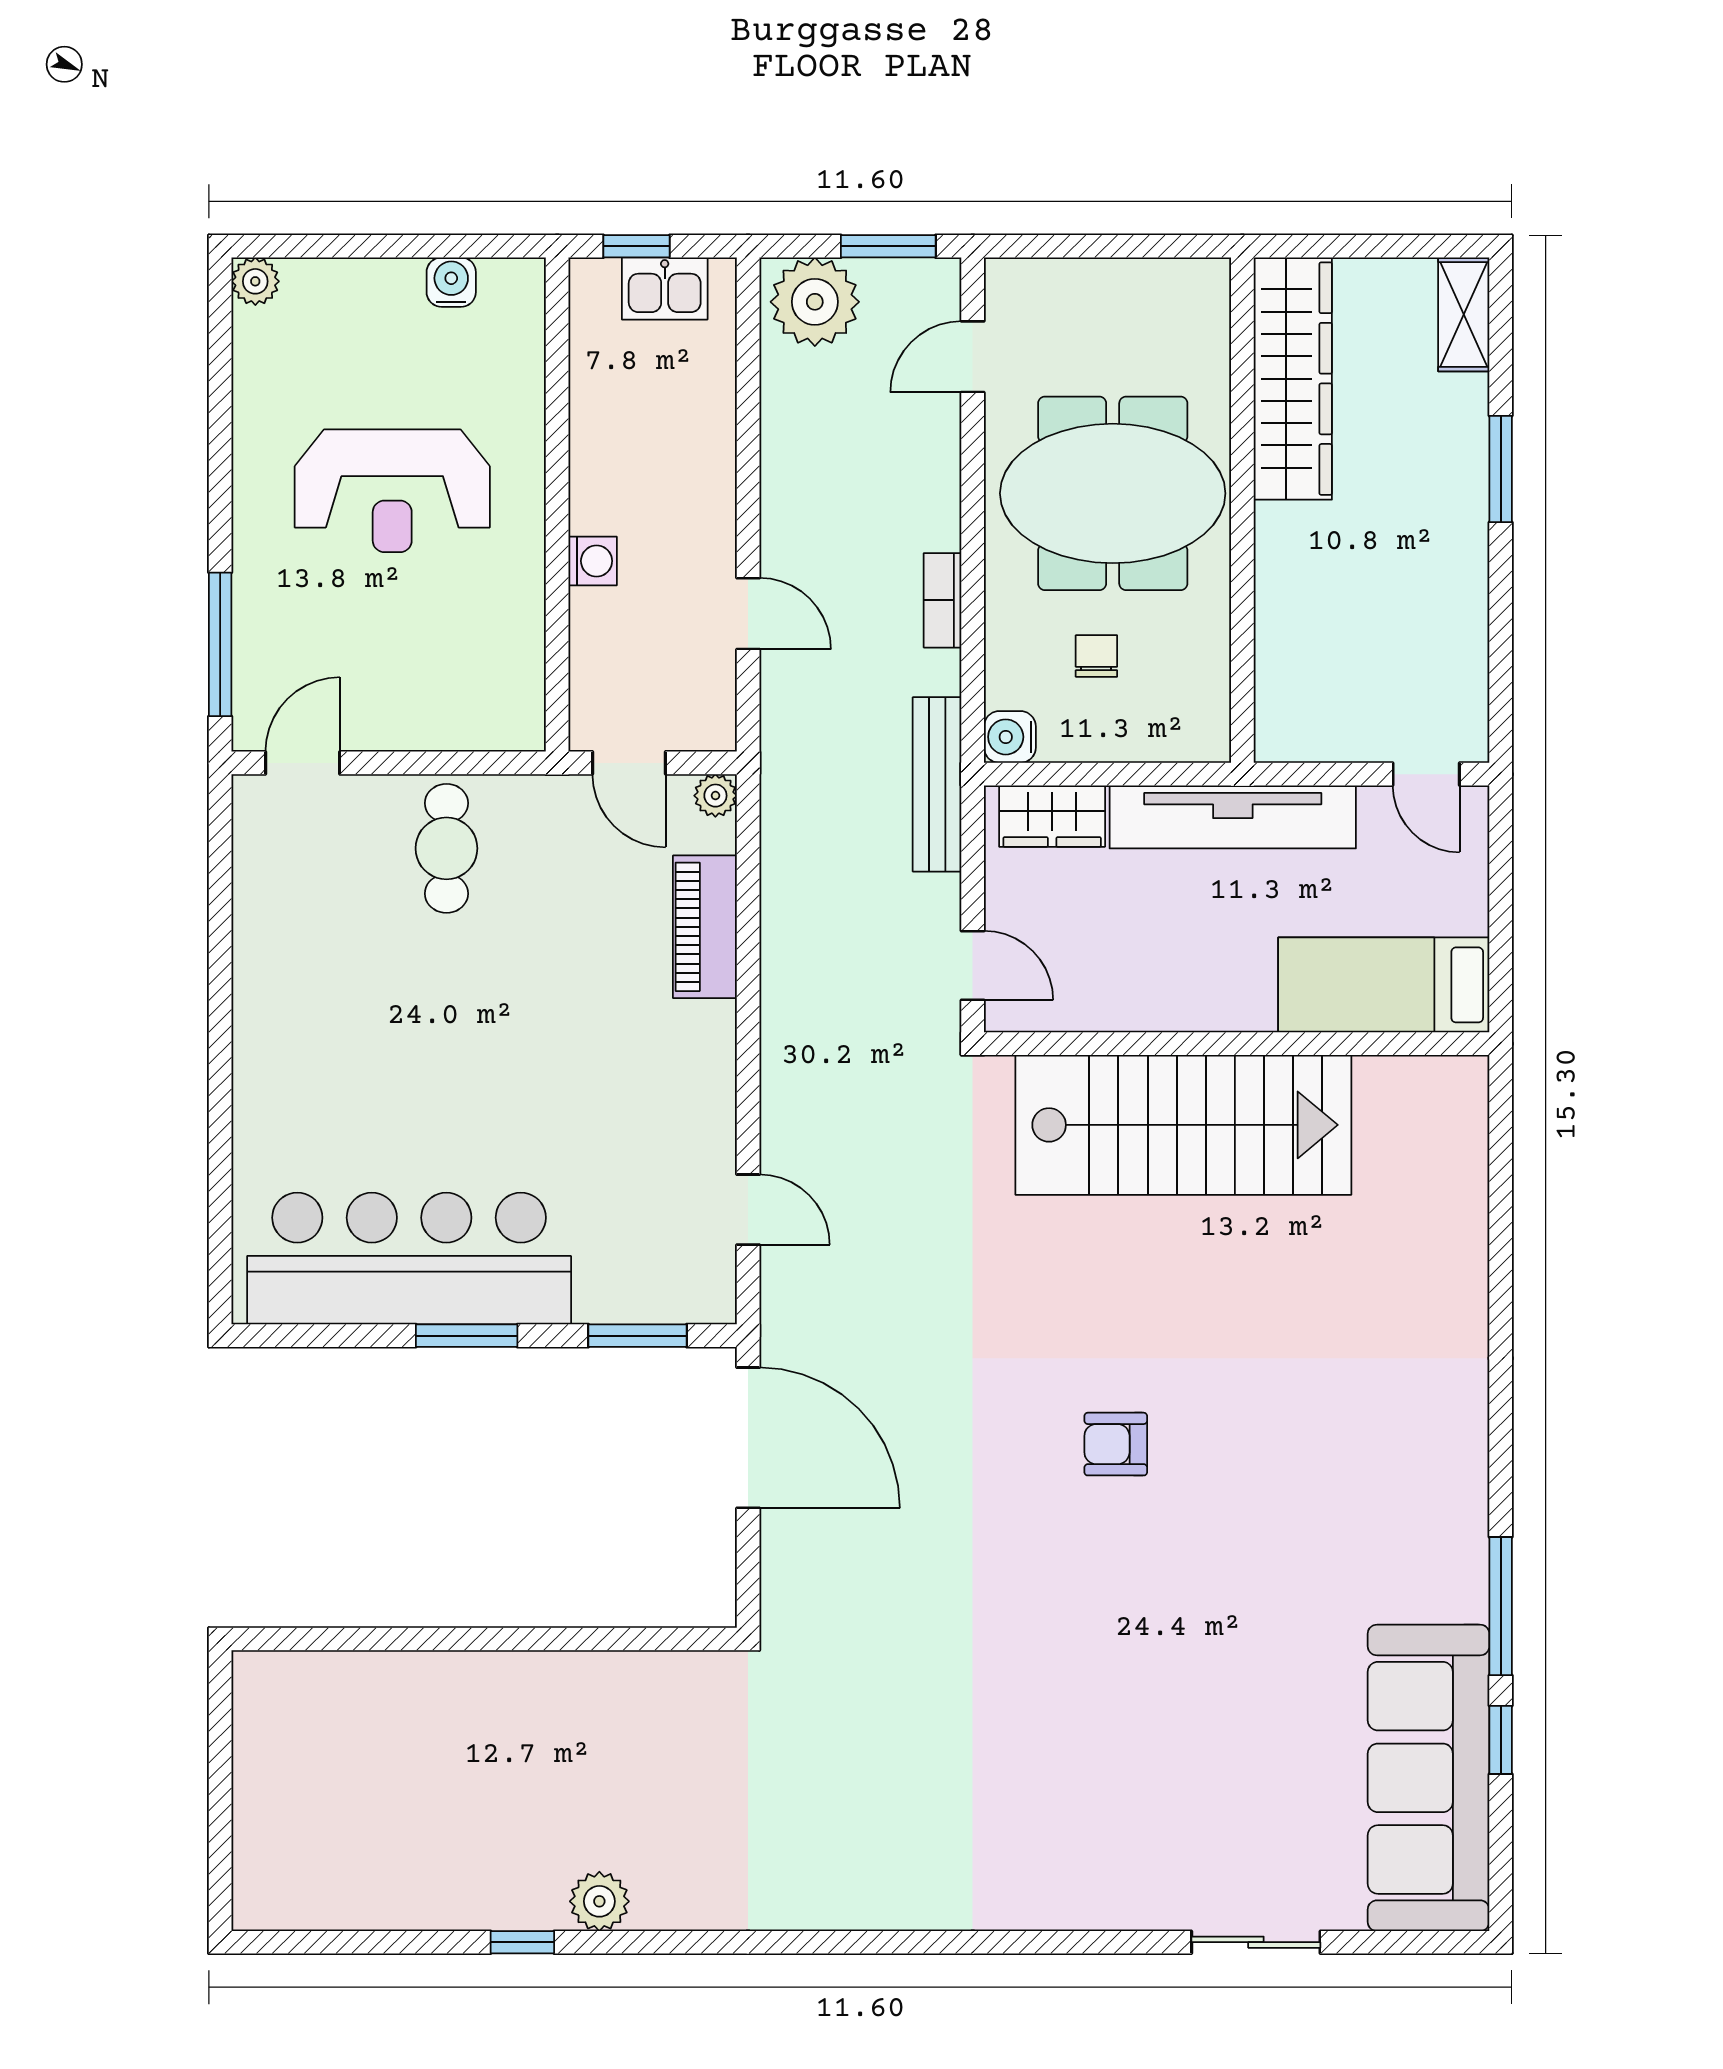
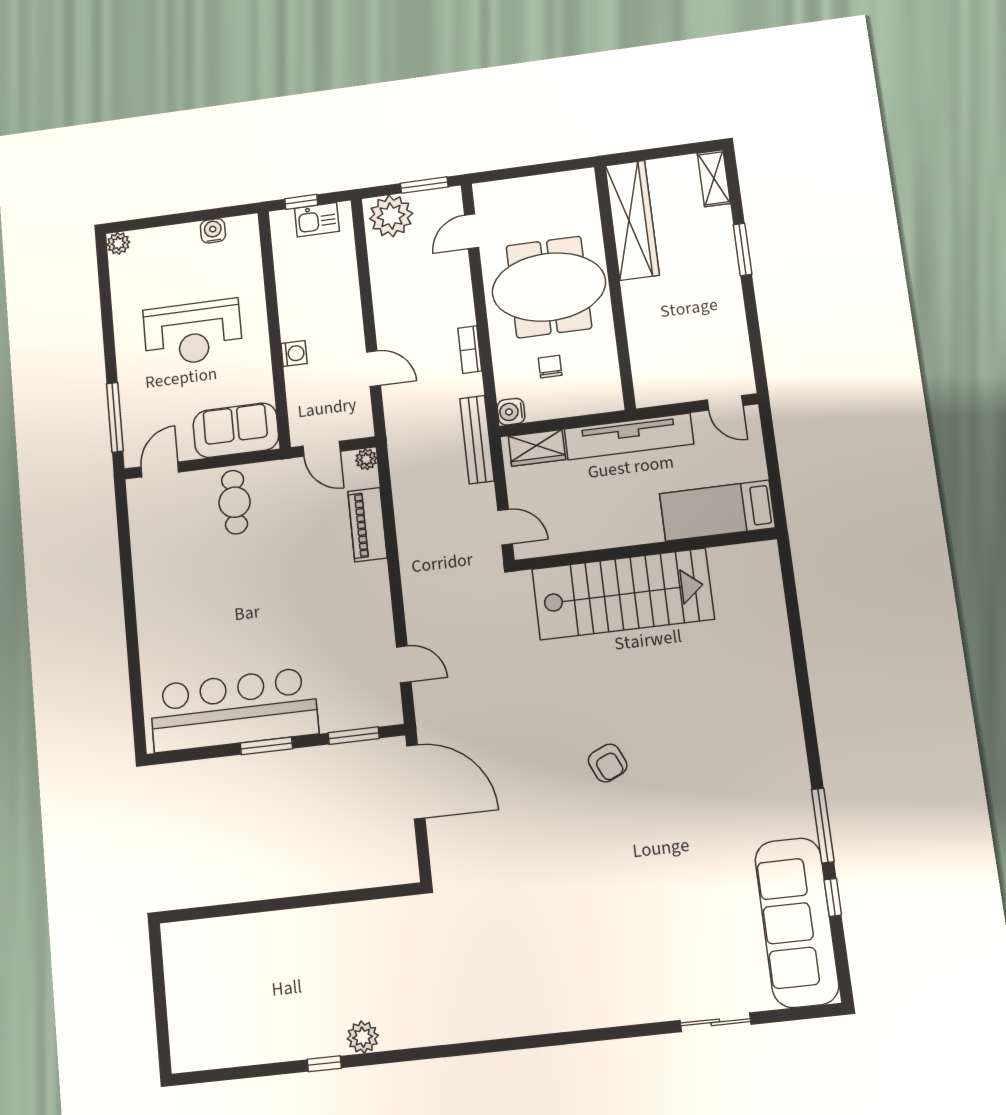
sofa: (462, 703) -> (236, 430), added
armchair: (1116, 1444) -> (608, 763), turned -114

